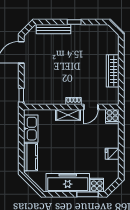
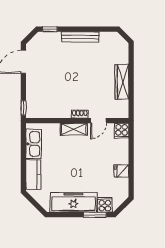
window: (74, 22) -> (50, 29), moved
bench: (54, 29) -> (80, 37), moved

